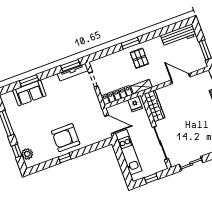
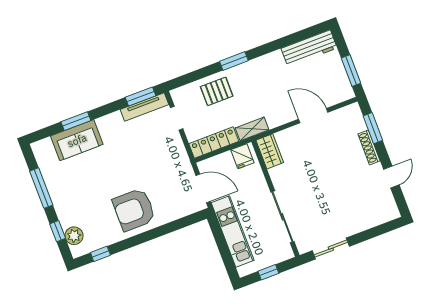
pallet: (139, 58) -> (217, 91), moved, turned 90
wardrobe: (154, 106) -> (270, 151), width x0.67
window: (65, 158) -> (100, 254), moved

